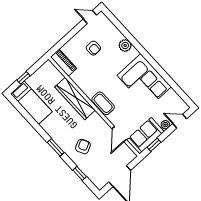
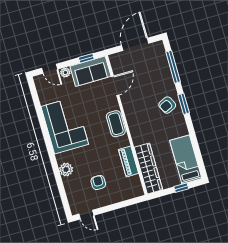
piano: (64, 63) -> (129, 161), moved
wardrobe: (75, 98) -> (148, 169), moved
armchair: (83, 146) -> (167, 105), moved
window: (80, 173) -> (173, 67), width x2.17

